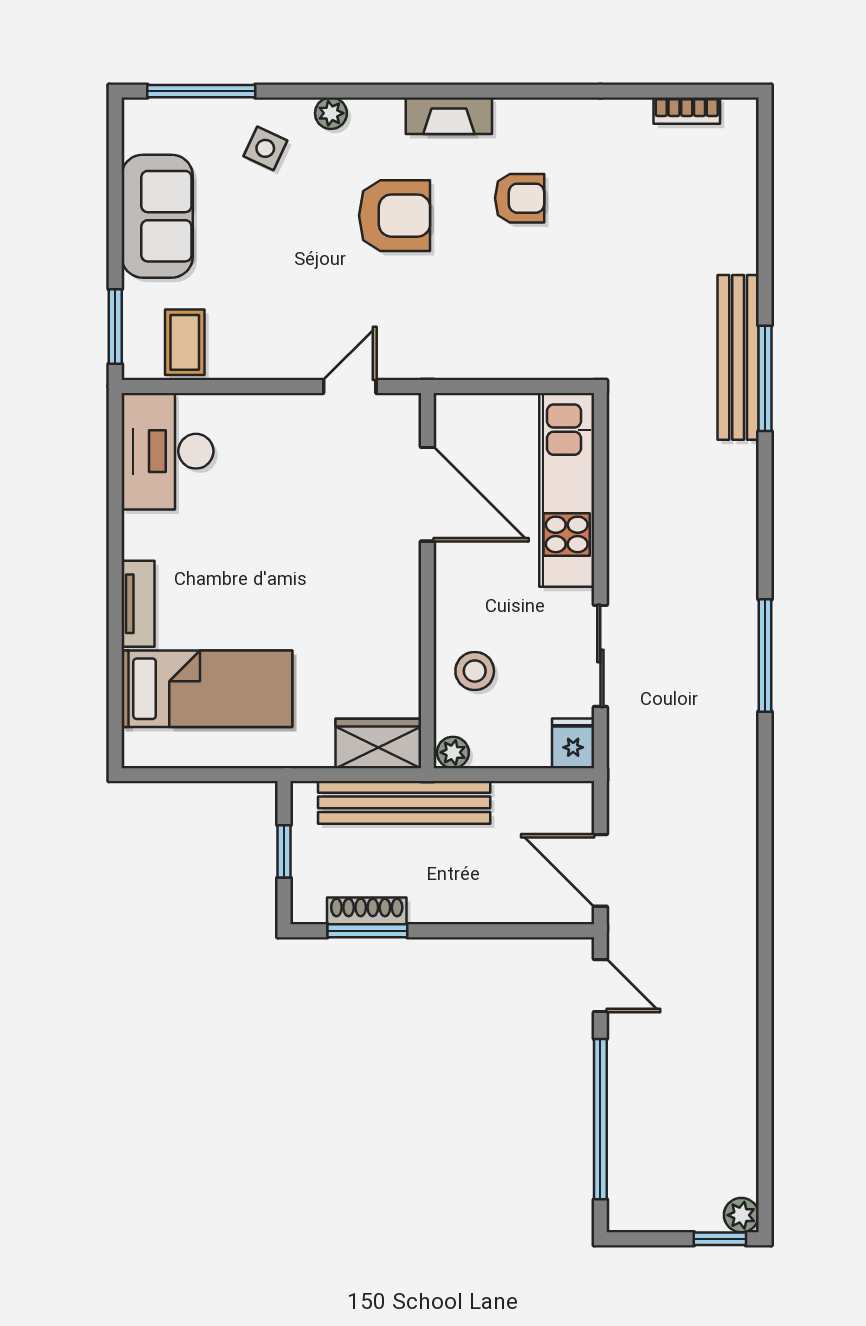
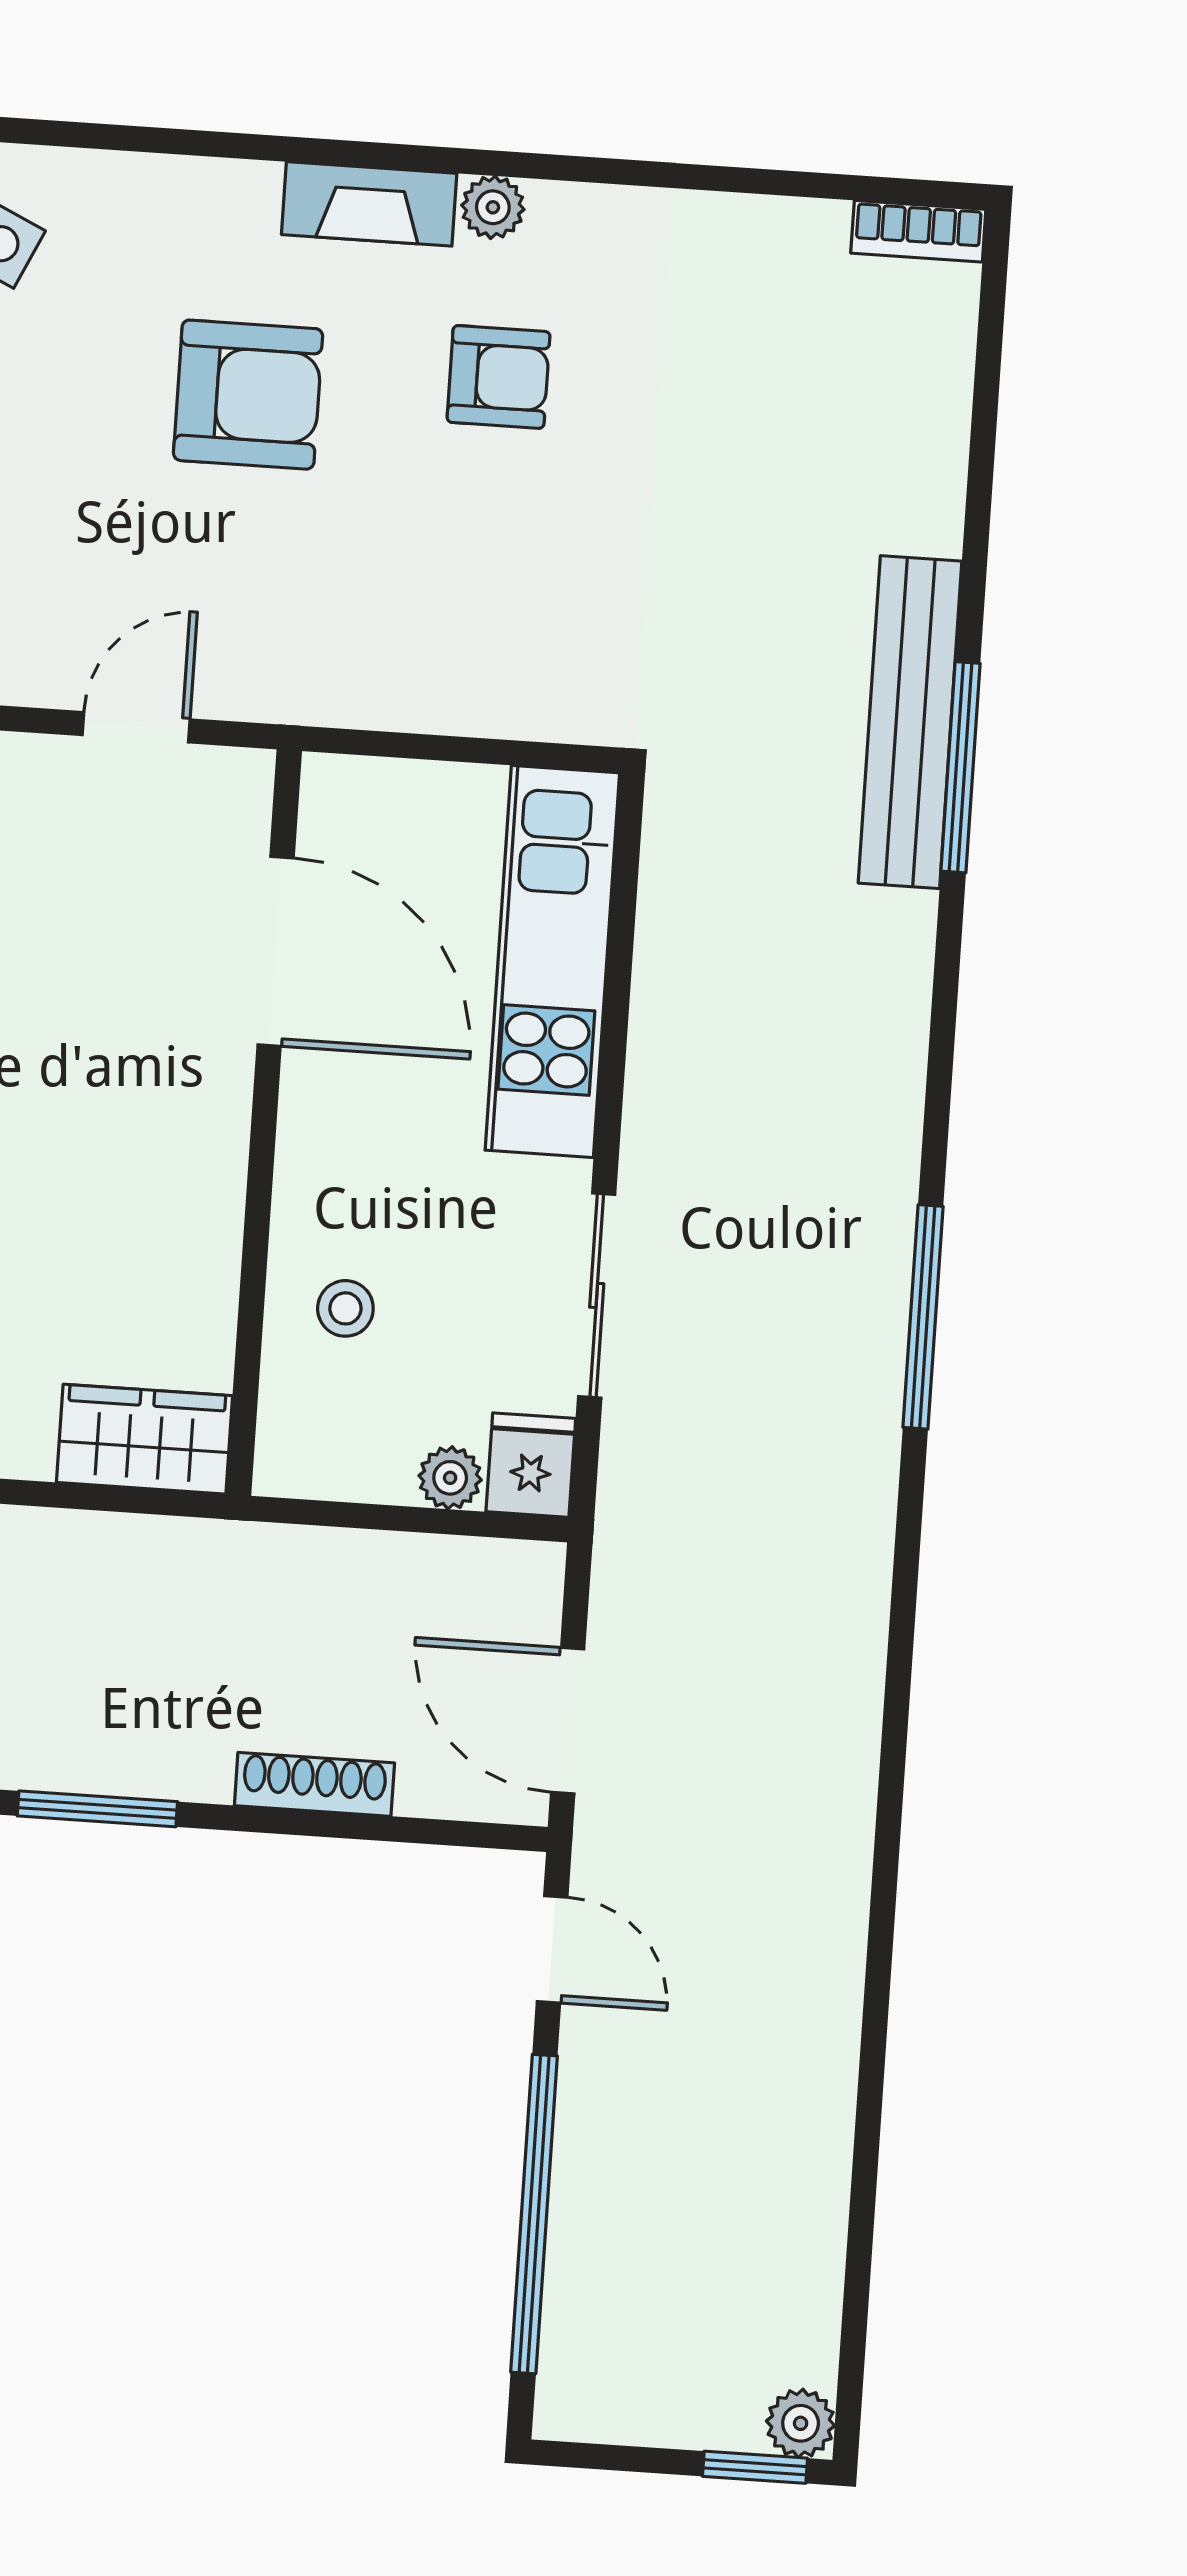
bookcase: (687, 111) -> (918, 231), moved
plant: (331, 113) -> (493, 207), moved
stool: (475, 671) -> (345, 1308), width x0.73, depth x0.73
plant: (453, 752) -> (450, 1478), moved
bench: (404, 802) -> (188, 1559), removed
shoe rack: (367, 911) -> (314, 1784), moved

